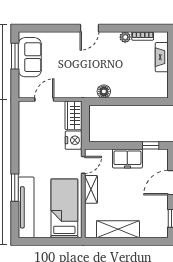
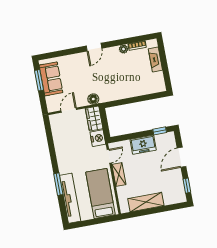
floor lamp: (104, 91) -> (93, 99), moved

